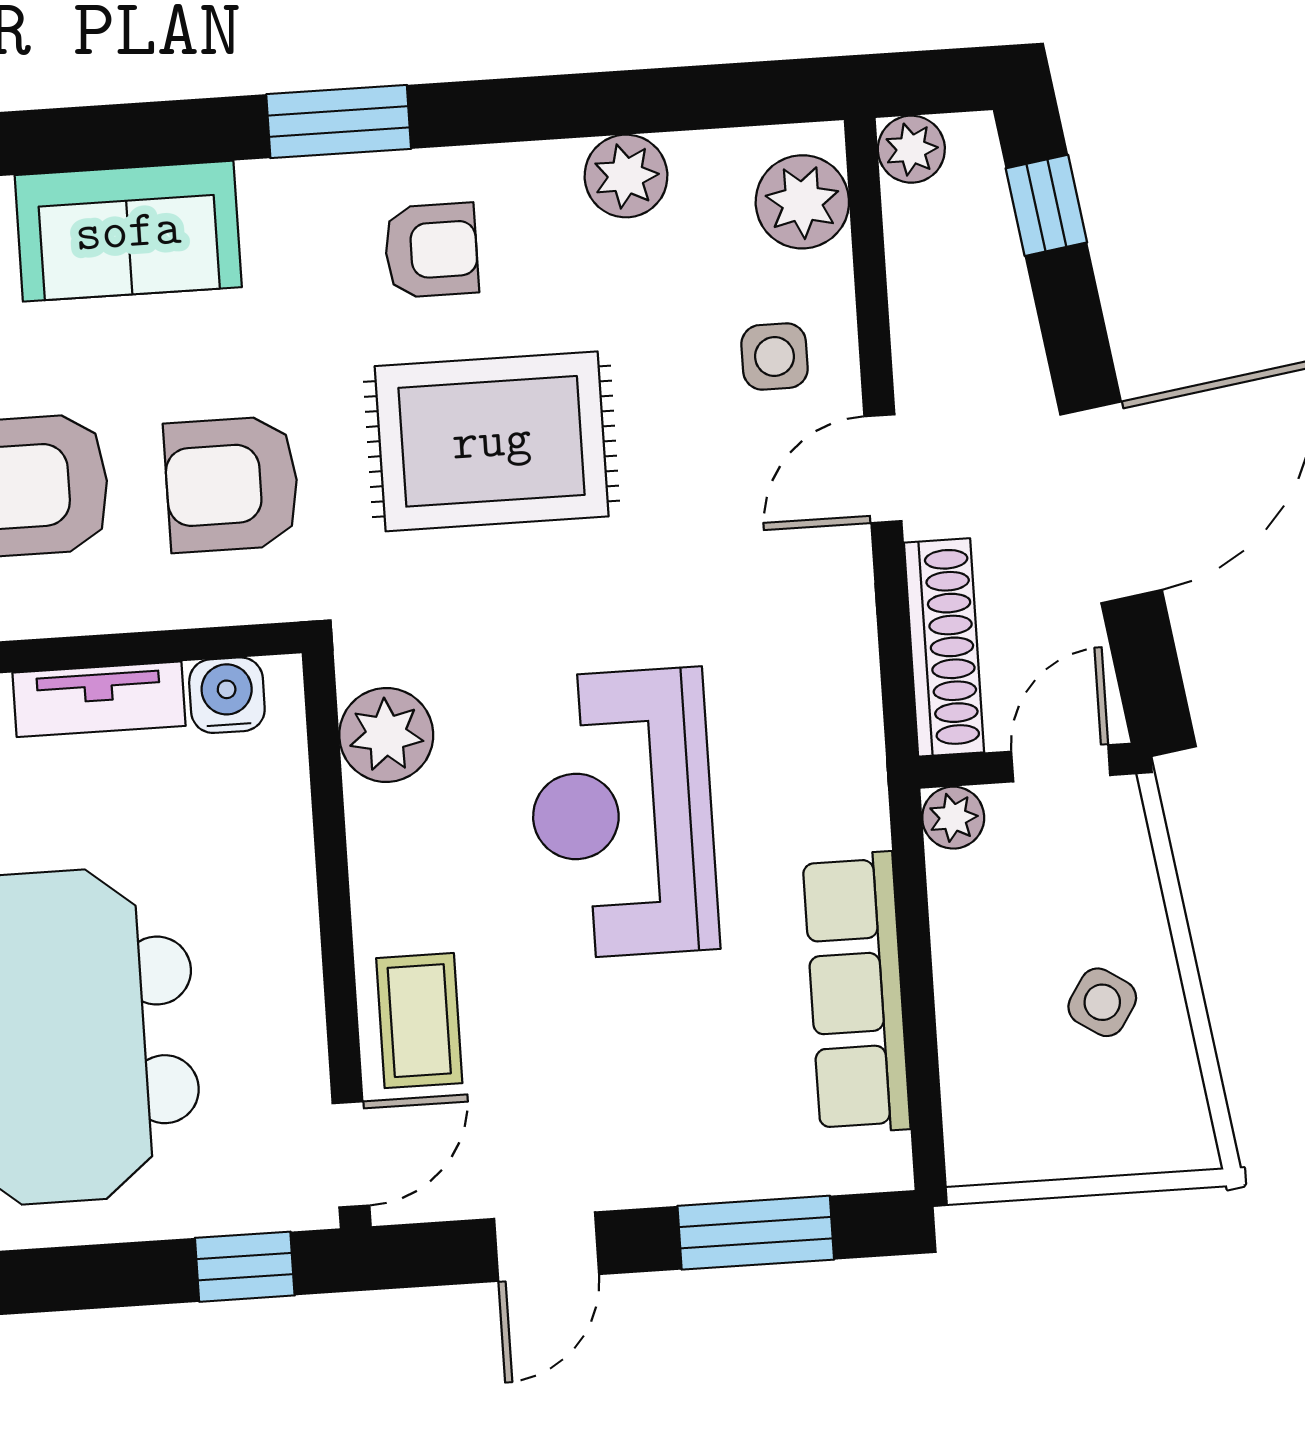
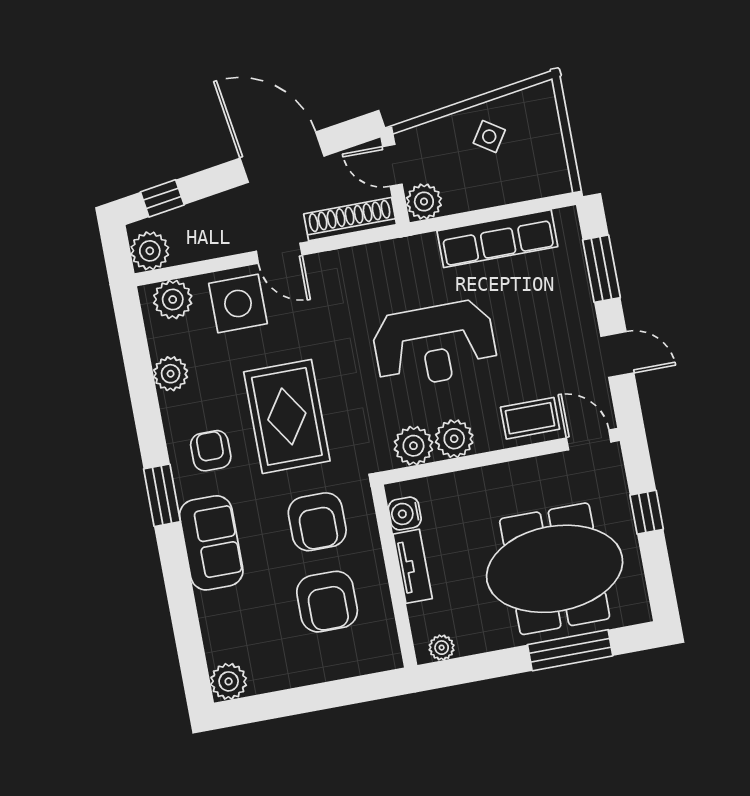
plant: (911, 149) -> (150, 251), width x1.38, depth x1.38
sofa: (128, 231) -> (211, 543), moved
side table: (774, 356) -> (238, 303), width x1.87, depth x1.87
plant: (953, 818) -> (424, 202), width x1.38, depth x1.38
plant: (392, 834) -> (454, 439), added
window: (245, 1267) -> (647, 512), moved

